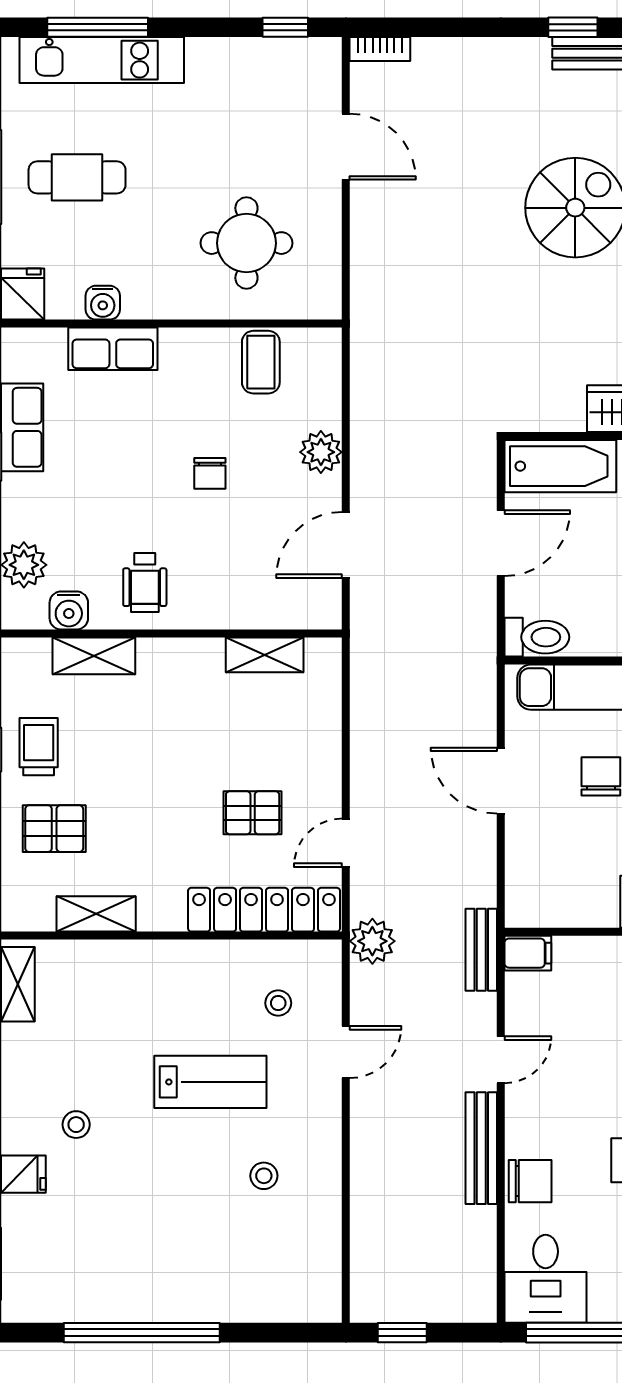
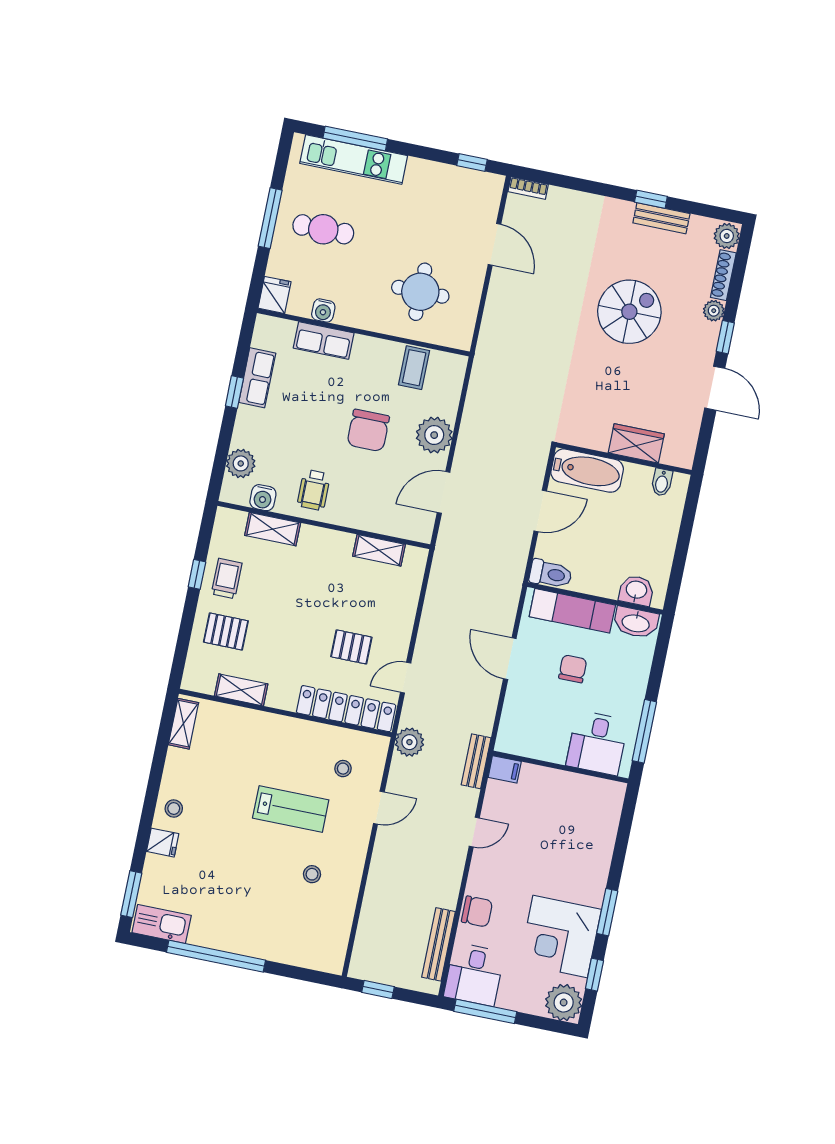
plant: (321, 452) -> (434, 435), width x1.36, depth x1.36
chair: (210, 473) -> (368, 430), width x1.87, depth x1.87
stool: (76, 1125) -> (174, 809), moved
bench: (481, 1148) -> (439, 944), moved
kitchen sink: (48, 1300) -> (162, 924), added

